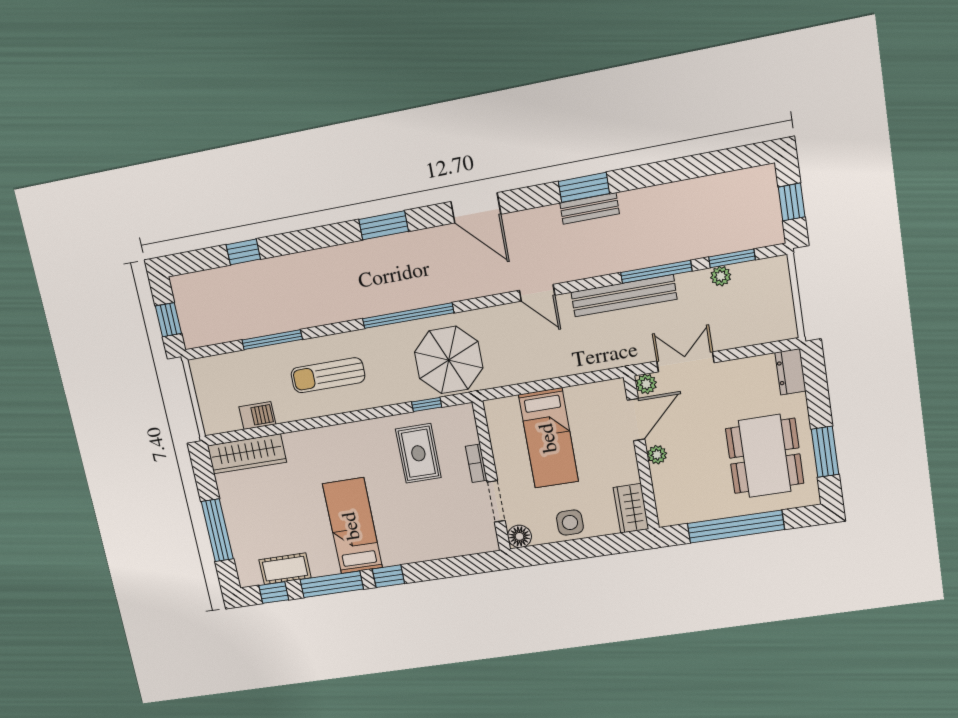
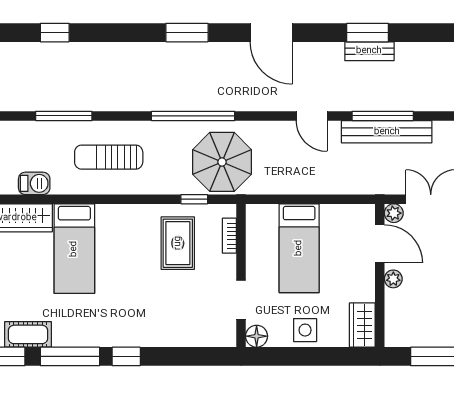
window: (656, 272) -> (383, 116), moved
door: (636, 420) -> (380, 244), hinge flipped
bookcase: (476, 463) -> (229, 236), moved
bed: (352, 526) -> (74, 249), moved, turned 180

